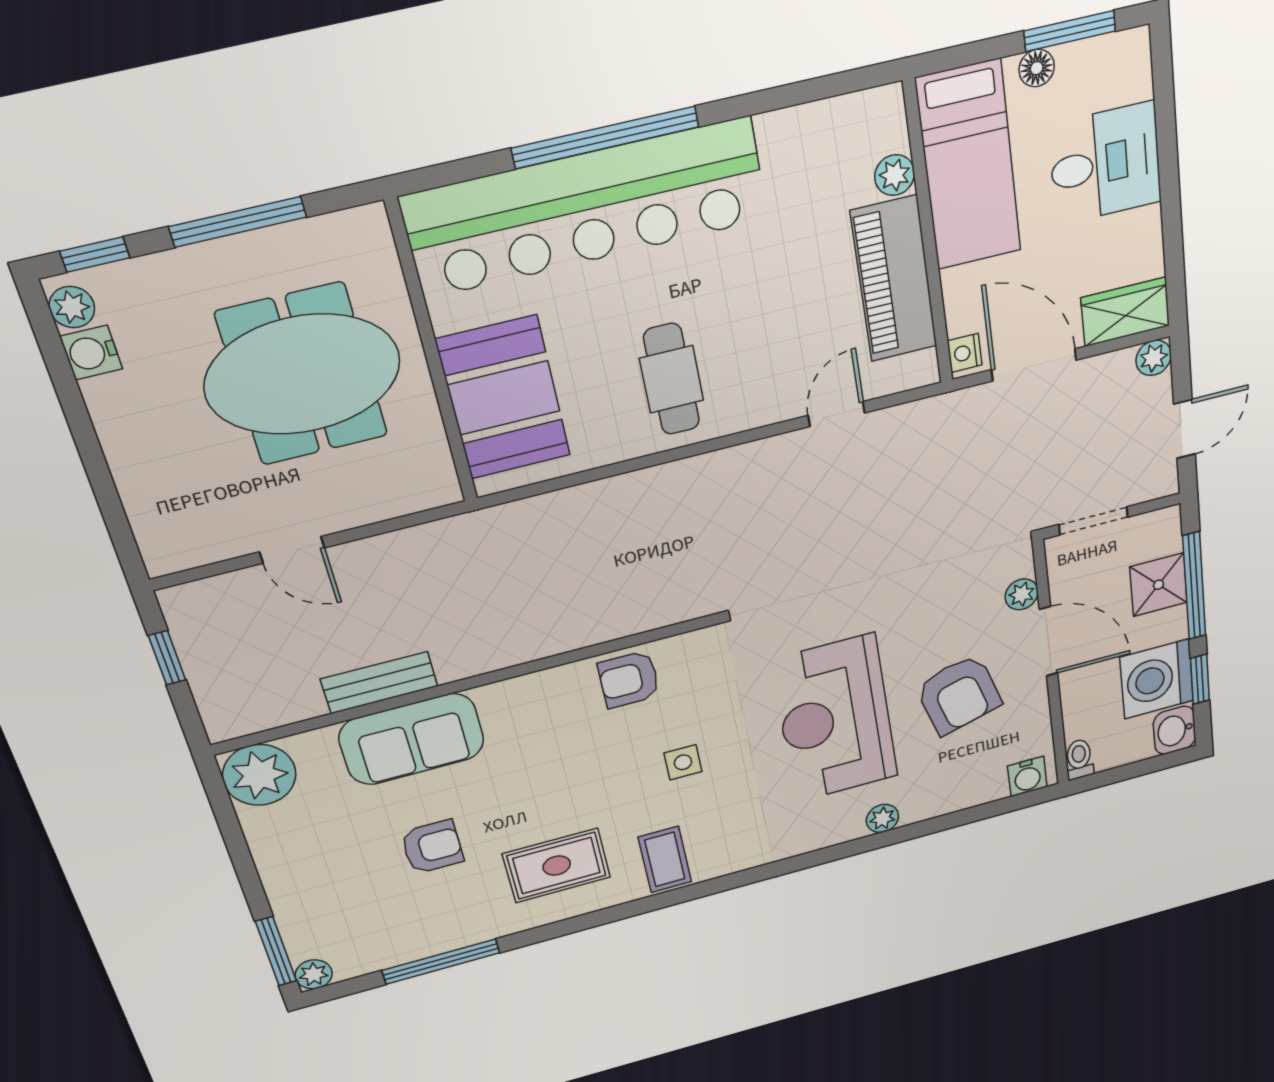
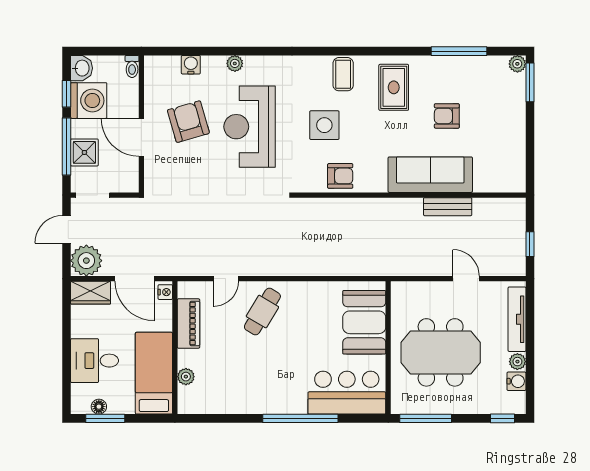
floor lamp: (1037, 68) -> (99, 407), moved
bar counter: (587, 208) -> (347, 393), width x0.54
window: (238, 222) -> (426, 418), moved
piano: (894, 279) -> (188, 324), width x0.73, depth x0.75
plant: (72, 307) -> (517, 362), moved
plant: (1154, 358) -> (86, 261), width x1.88, depth x1.88
cafe table: (672, 379) -> (262, 312), moved, turned 31
tv unit: (141, 494) -> (517, 319), added
doorway: (1093, 521) -> (93, 195), moved
plant: (1022, 594) -> (152, 167), removed
reception desk: (835, 719) -> (250, 127), turned 180
sofa: (412, 739) -> (430, 175), width x1.36
side table: (683, 762) -> (324, 125), width x1.87, depth x1.87
plant: (259, 775) -> (510, 177), removed
water cooler: (1027, 776) -> (191, 65), moved
rug: (557, 866) -> (394, 87), turned 90

